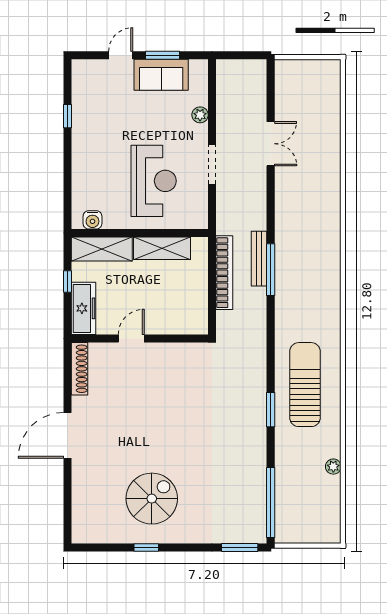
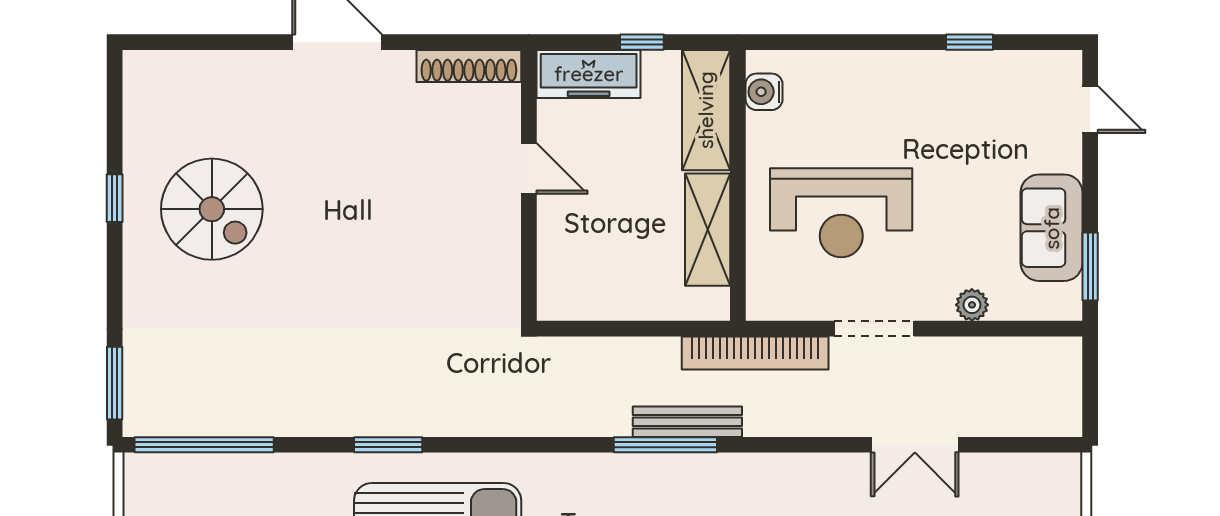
door: (121, 55) -> (1090, 109), moved
window: (163, 55) -> (1090, 266), moved
bookcase: (224, 273) -> (755, 353), moved

